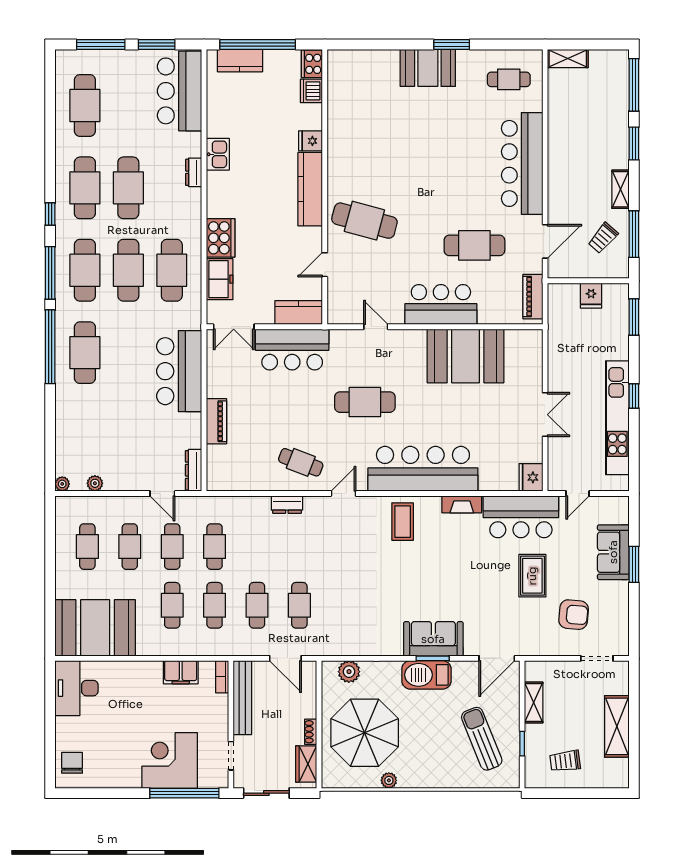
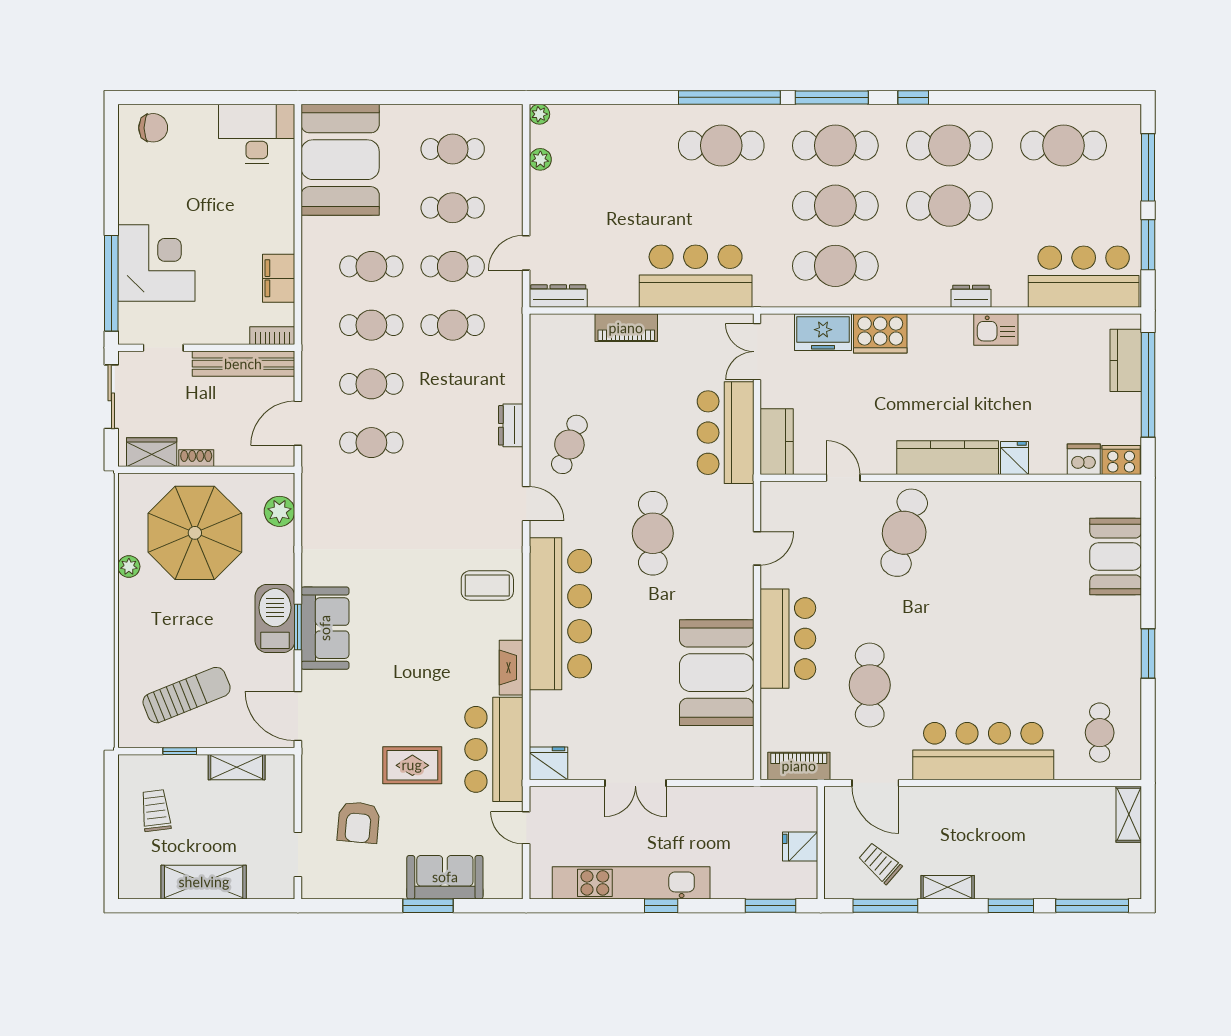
booth: (428, 68) -> (1116, 556), moved

